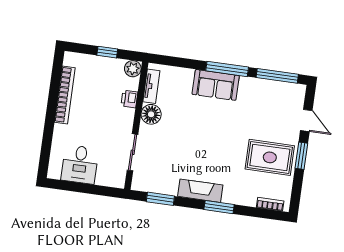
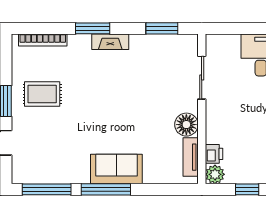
printer: (129, 99) -> (214, 154), moved
rug: (270, 157) -> (42, 94), width x0.73, depth x0.70
fireplace: (200, 191) -> (110, 42), width x0.73, depth x0.76
bookcase: (270, 204) -> (43, 40), width x1.56

